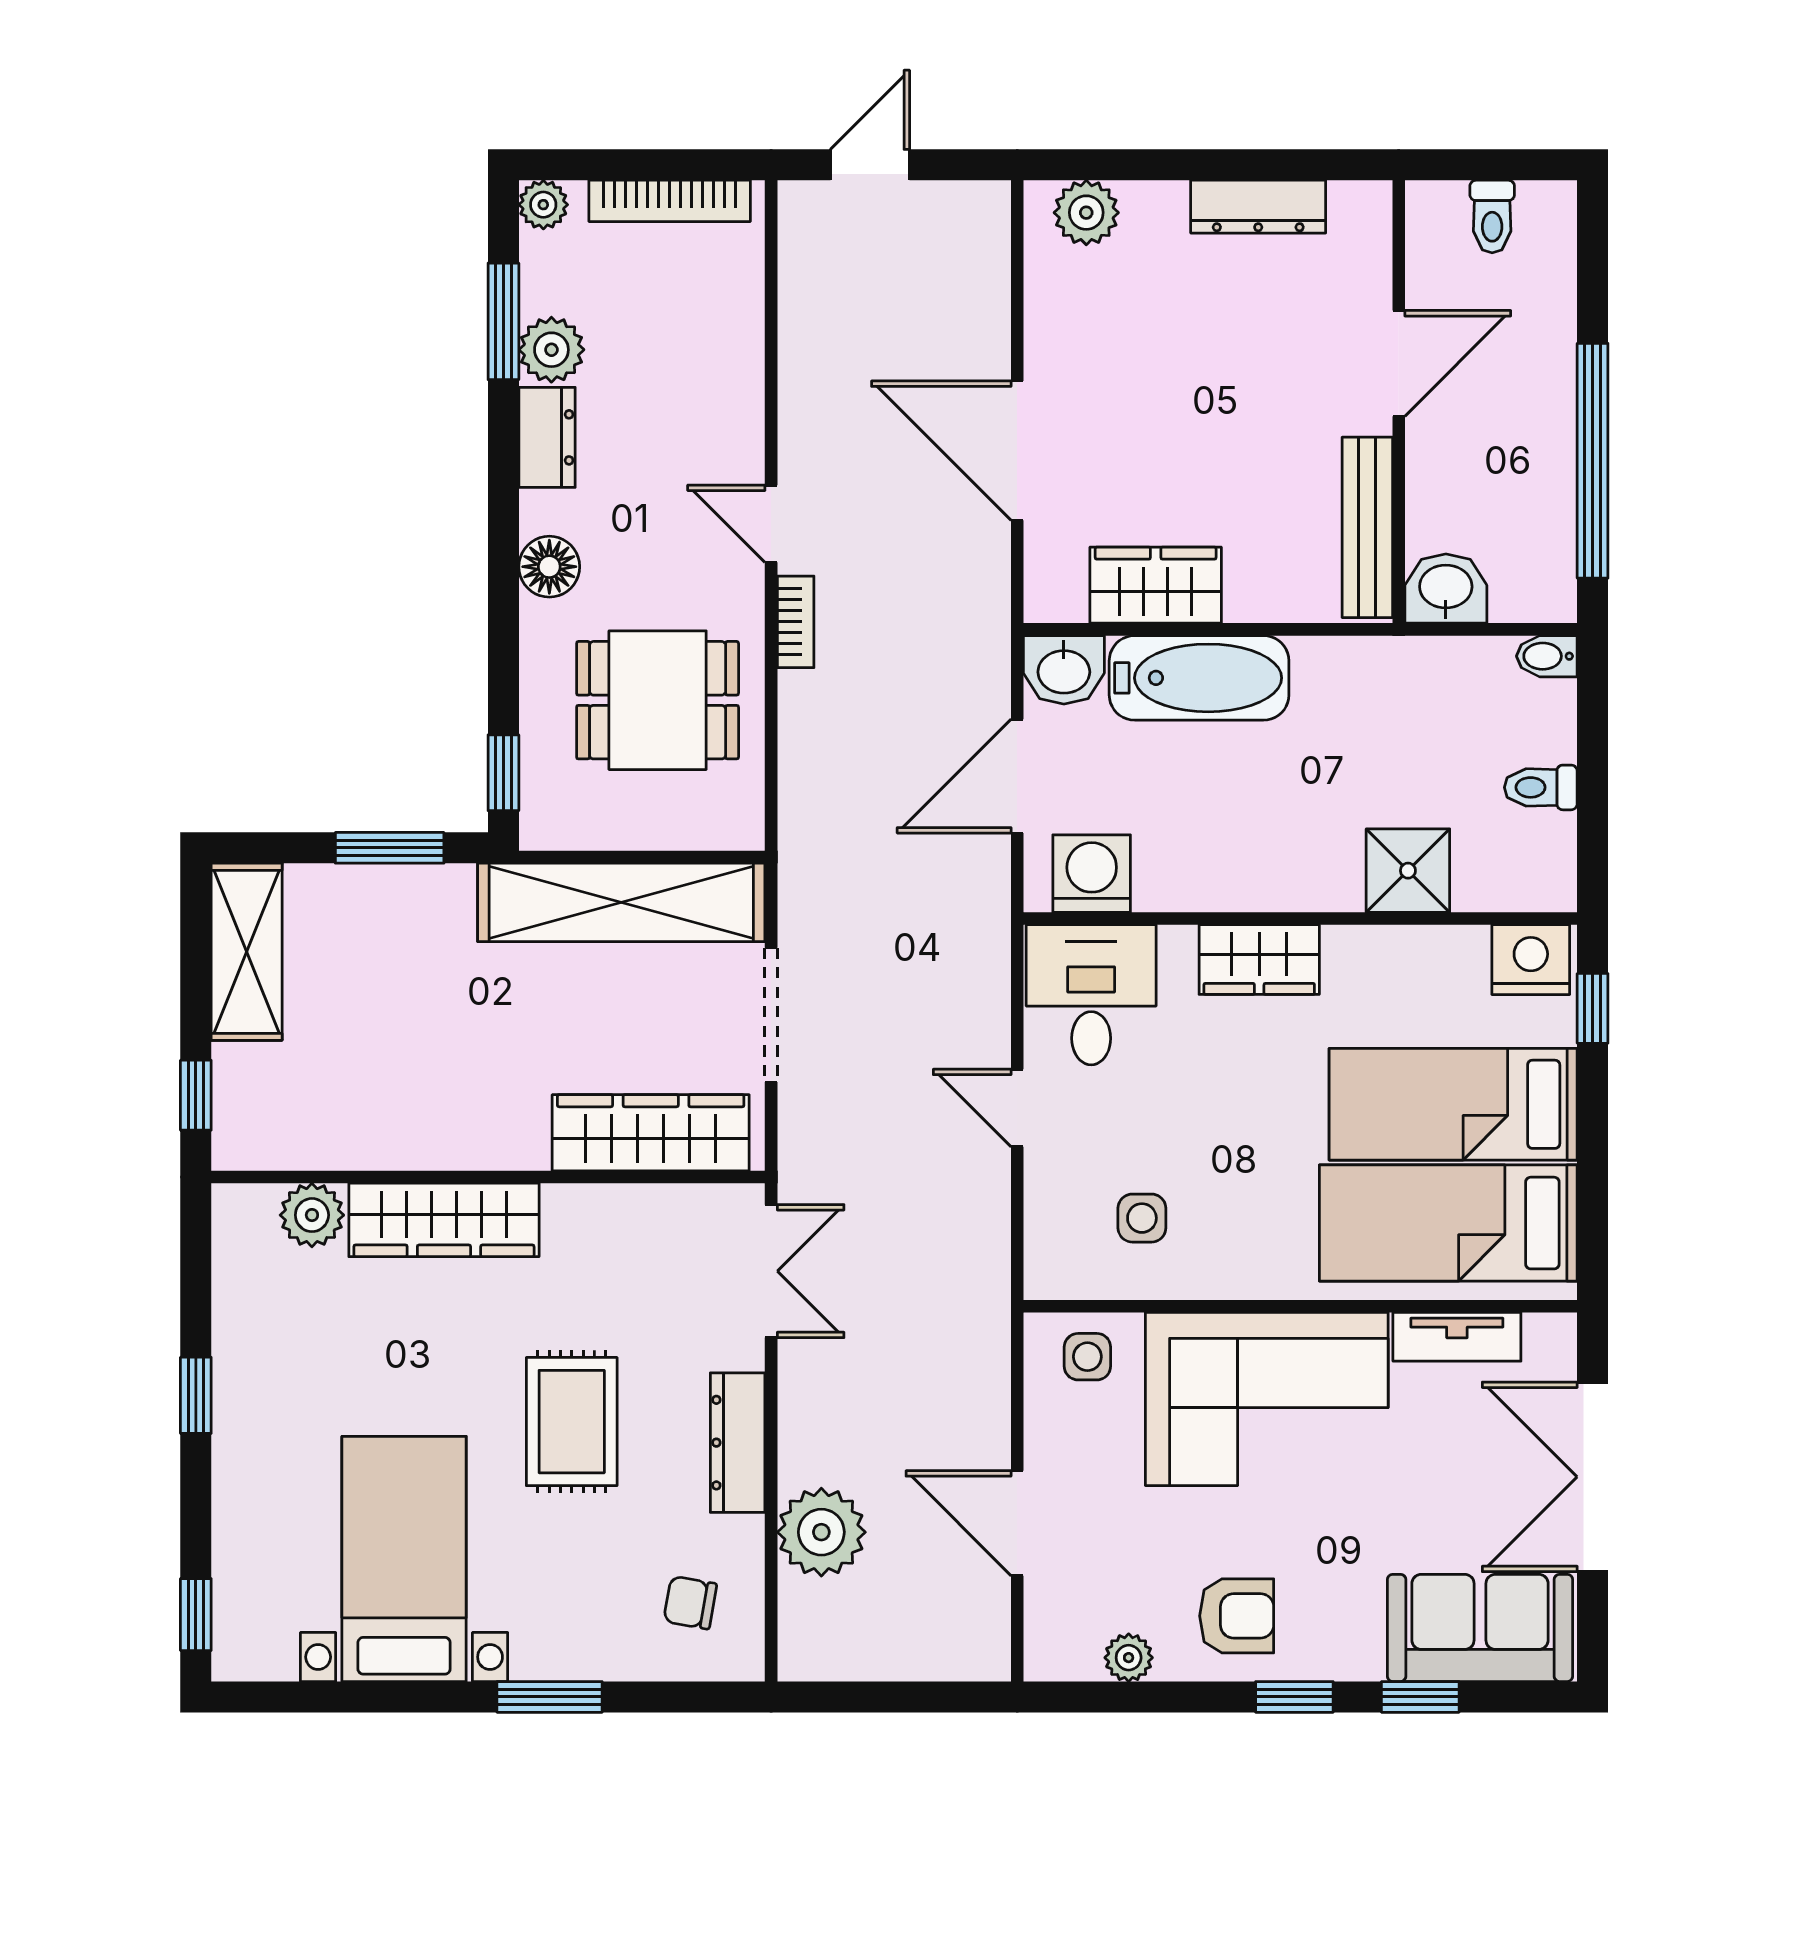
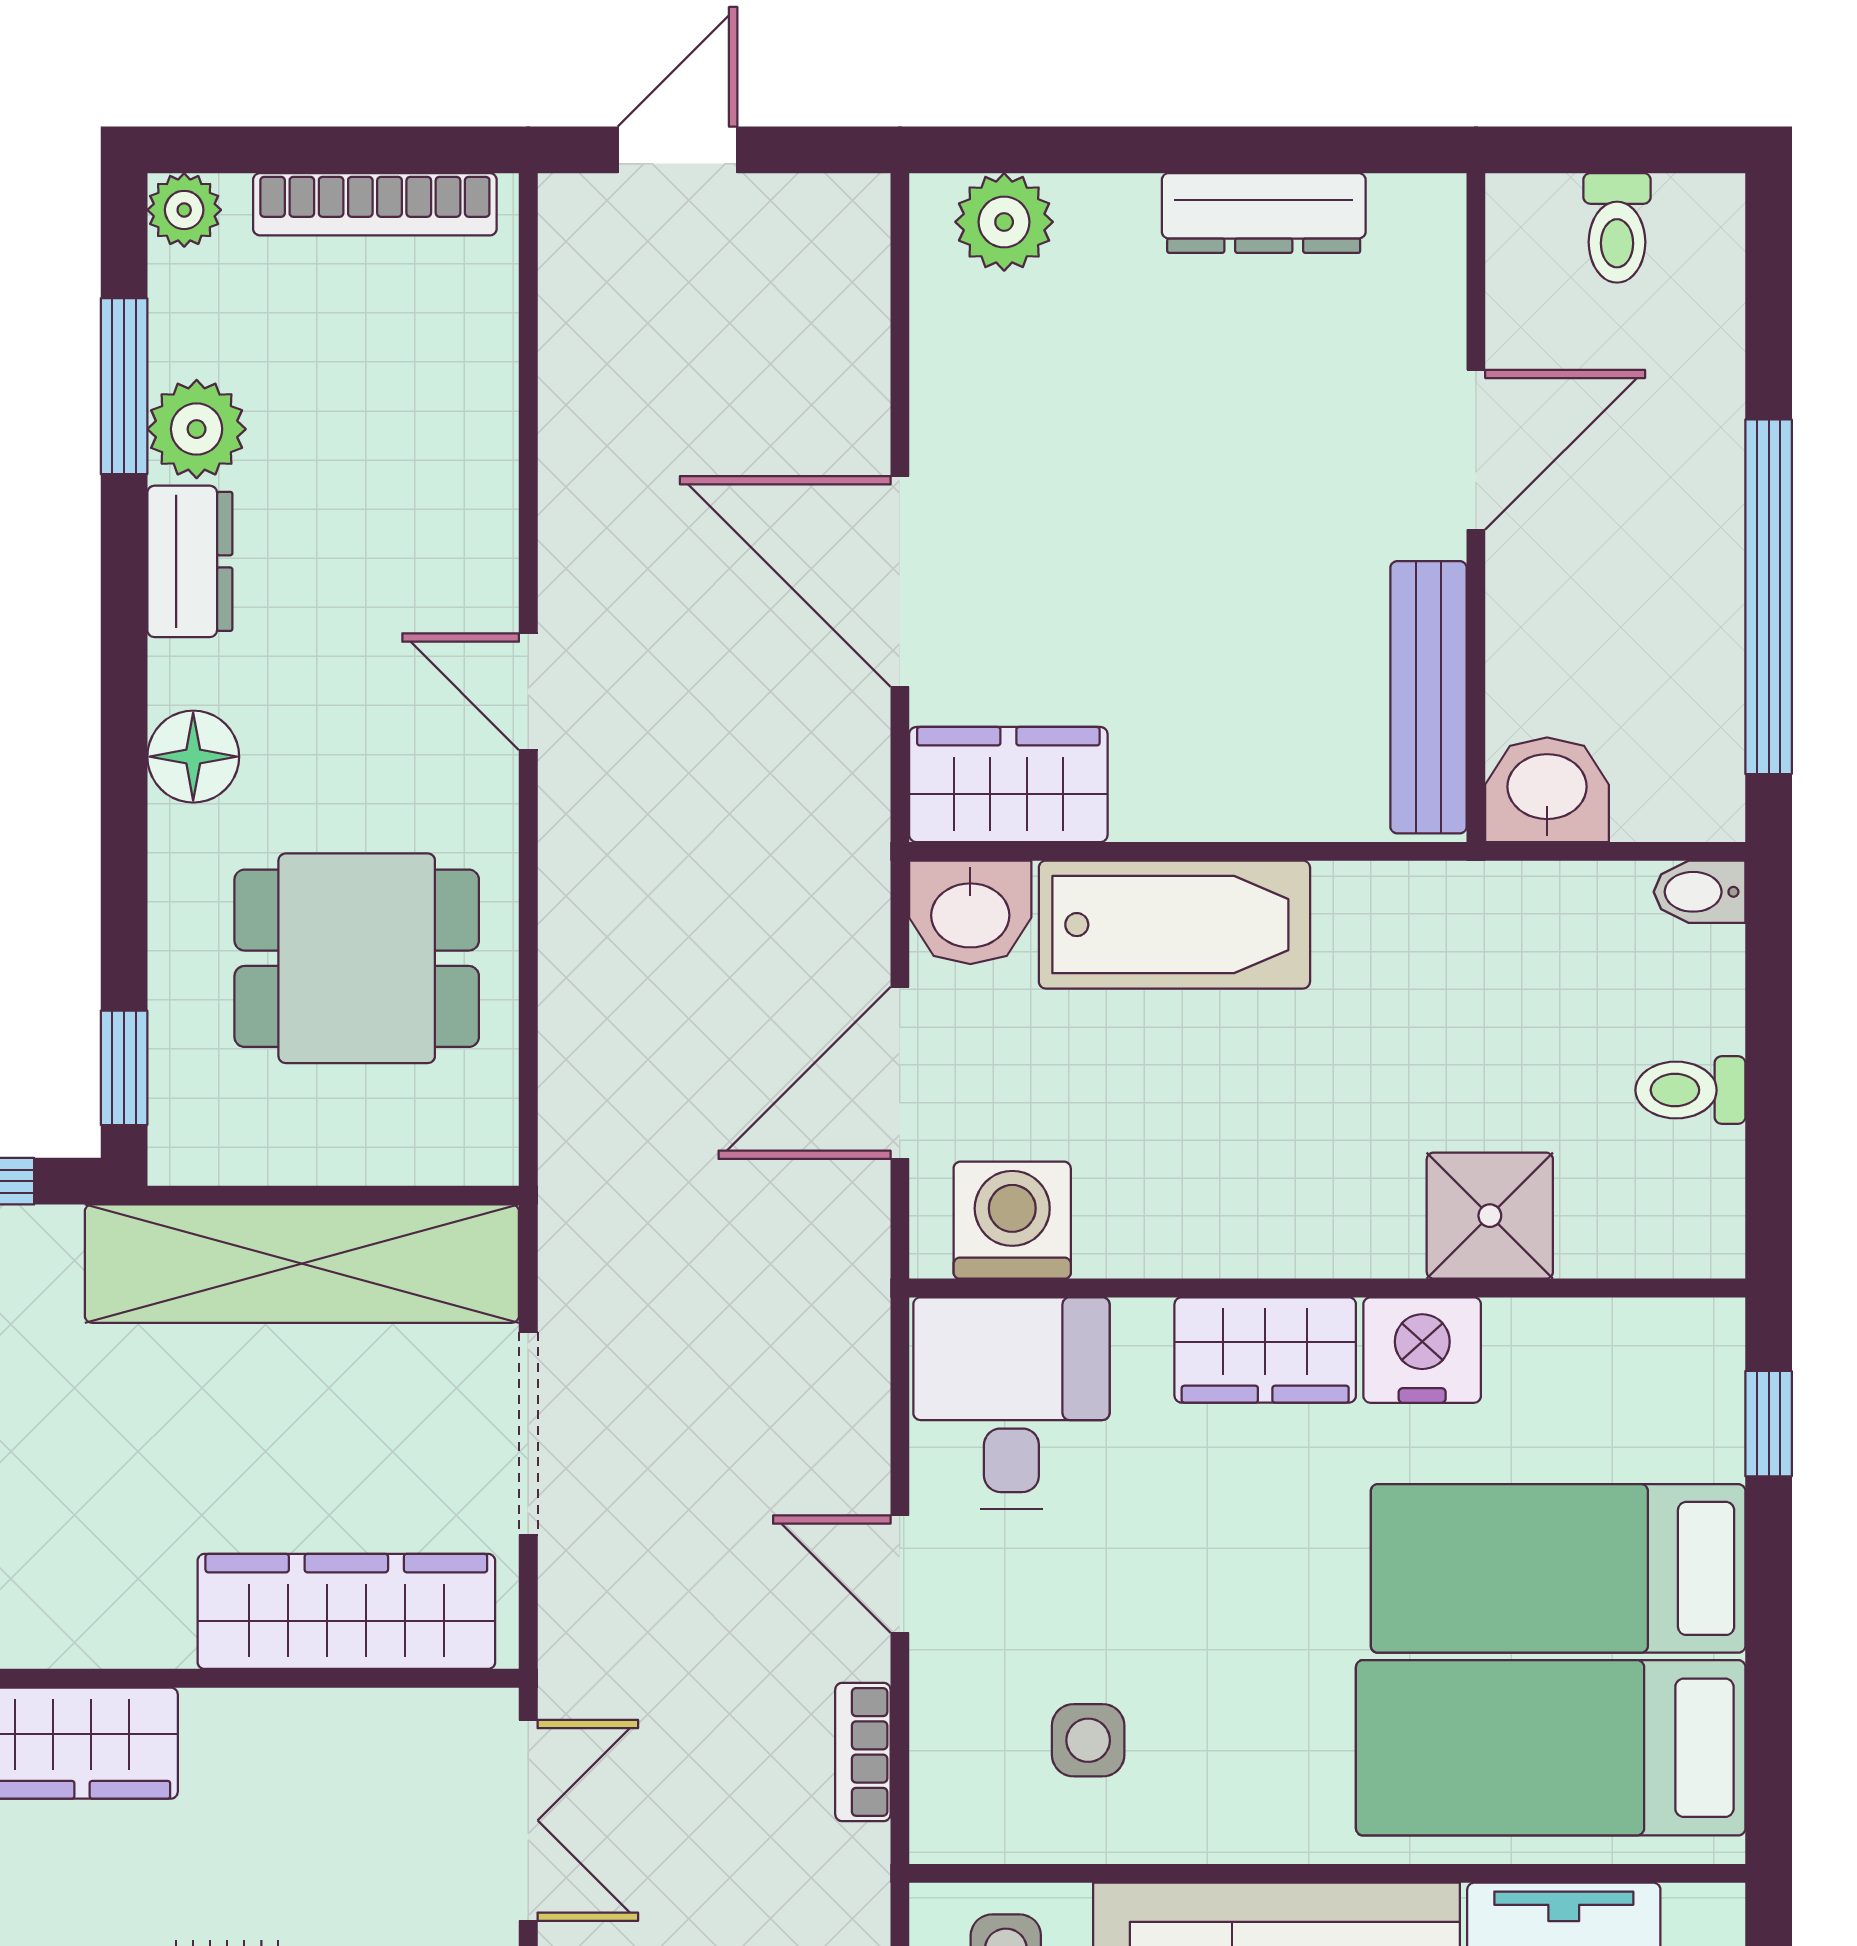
wardrobe: (1156, 585) -> (1008, 785), moved
bookcase: (796, 622) -> (863, 1752), moved, turned 180
nightstand: (1531, 960) -> (1422, 1350), moved

